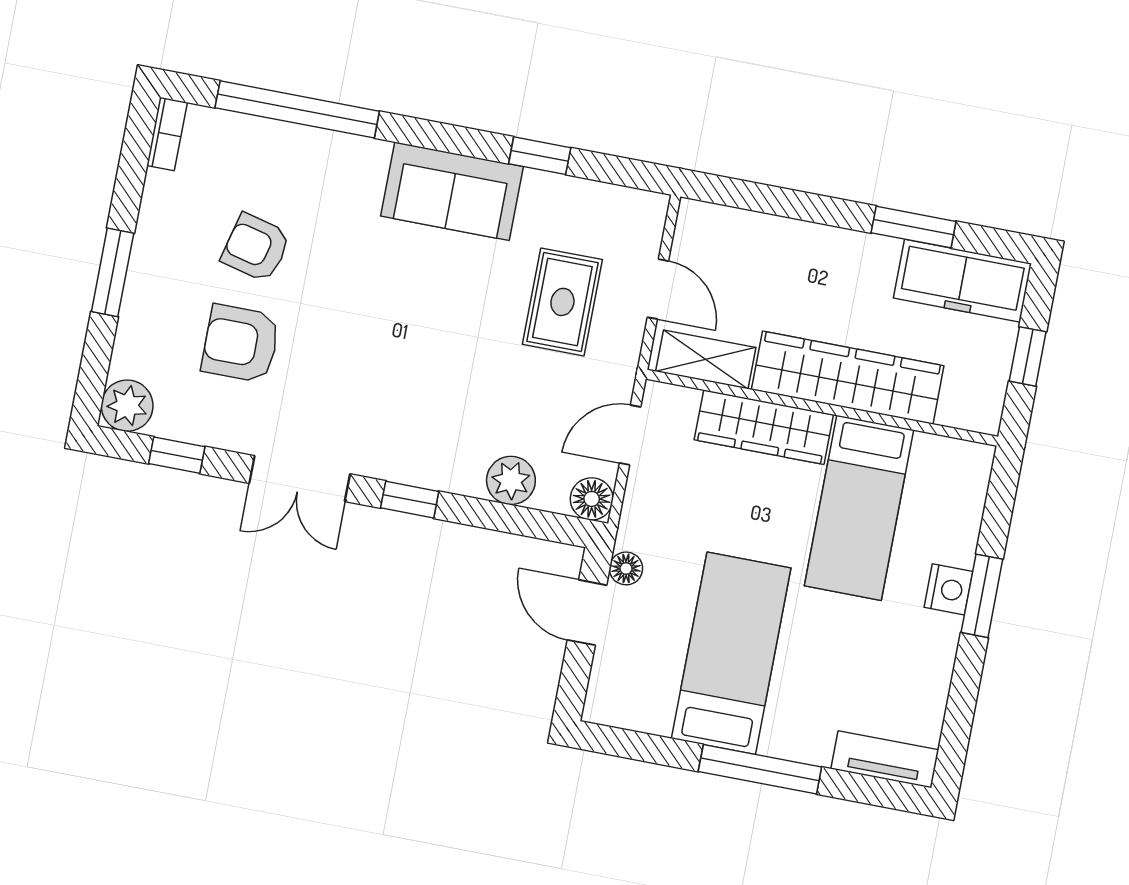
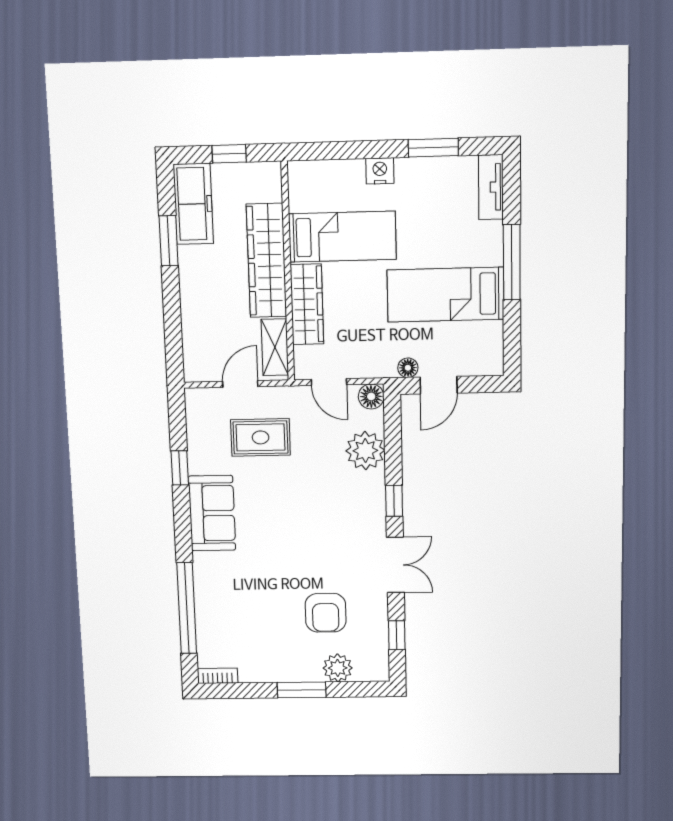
armchair: (256, 248) -> (270, 615), removed
plant: (127, 406) -> (338, 668), moved
plant: (511, 480) -> (365, 451), width x1.36, depth x1.36
window: (982, 596) -> (433, 148), moved

